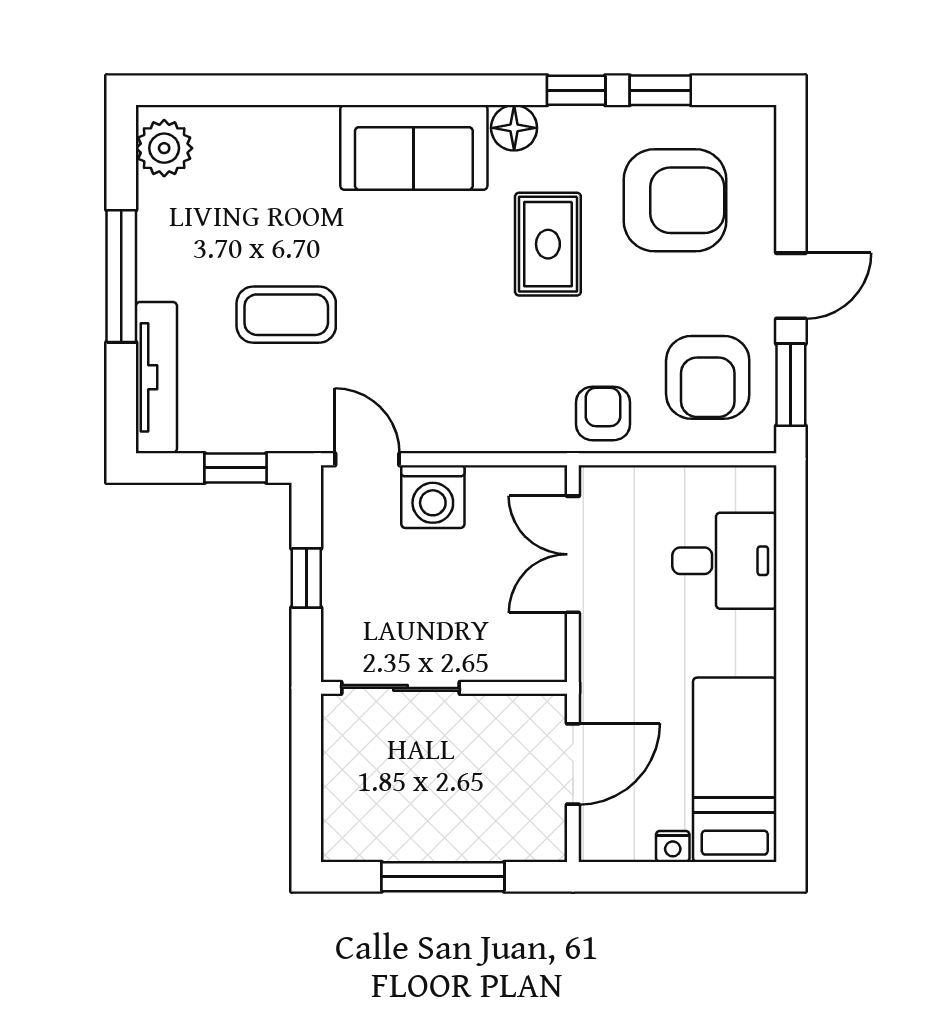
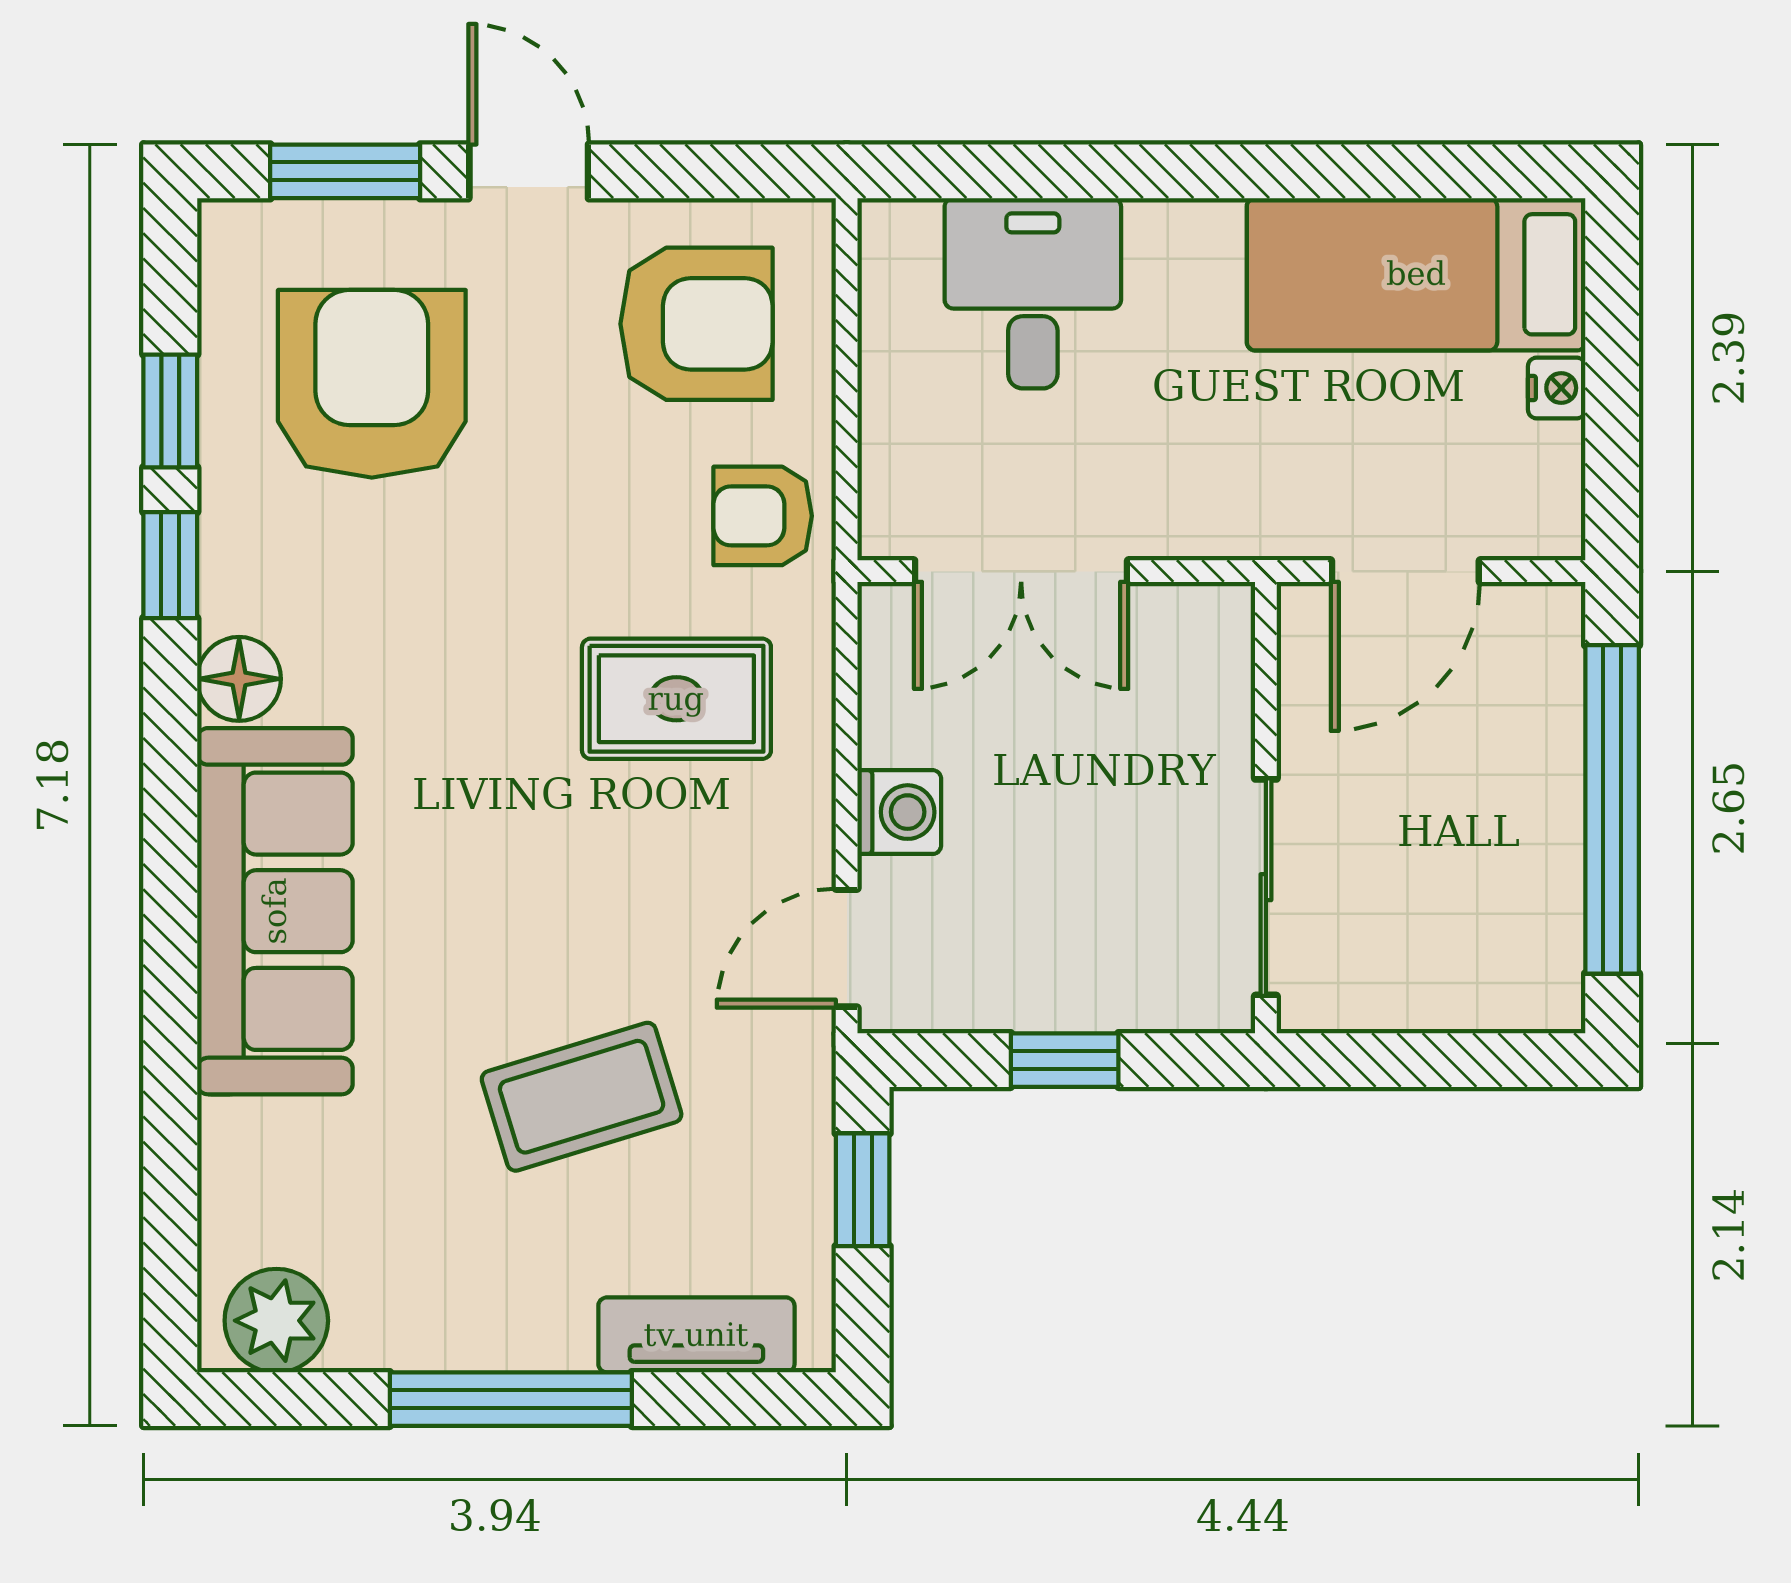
sofa: (414, 147) -> (275, 911), width x1.36
rug: (548, 244) -> (676, 699), moved
coffee table: (286, 315) -> (582, 1097), turned 73
tv unit: (156, 377) -> (696, 1335), width x0.71
window: (791, 385) -> (345, 171), moved
washing machine: (433, 497) -> (899, 812), width x0.73, depth x0.73
door: (573, 764) -> (1405, 571), swing flipped
window: (443, 877) -> (1612, 809), width x1.46

